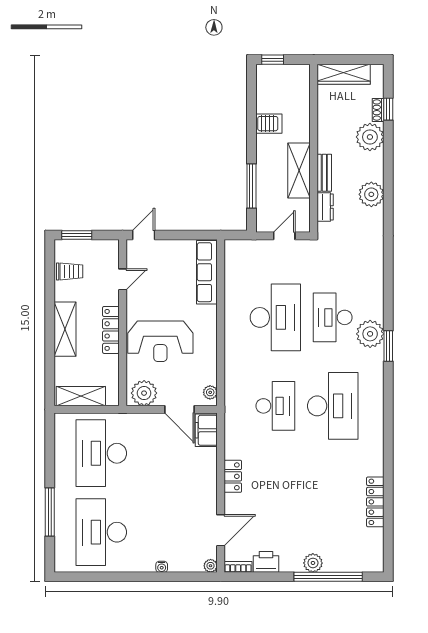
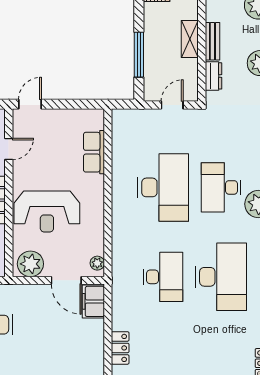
shelving: (299, 171) -> (190, 39), width x0.67, depth x0.75
row of seats: (207, 272) -> (94, 152), width x0.68

